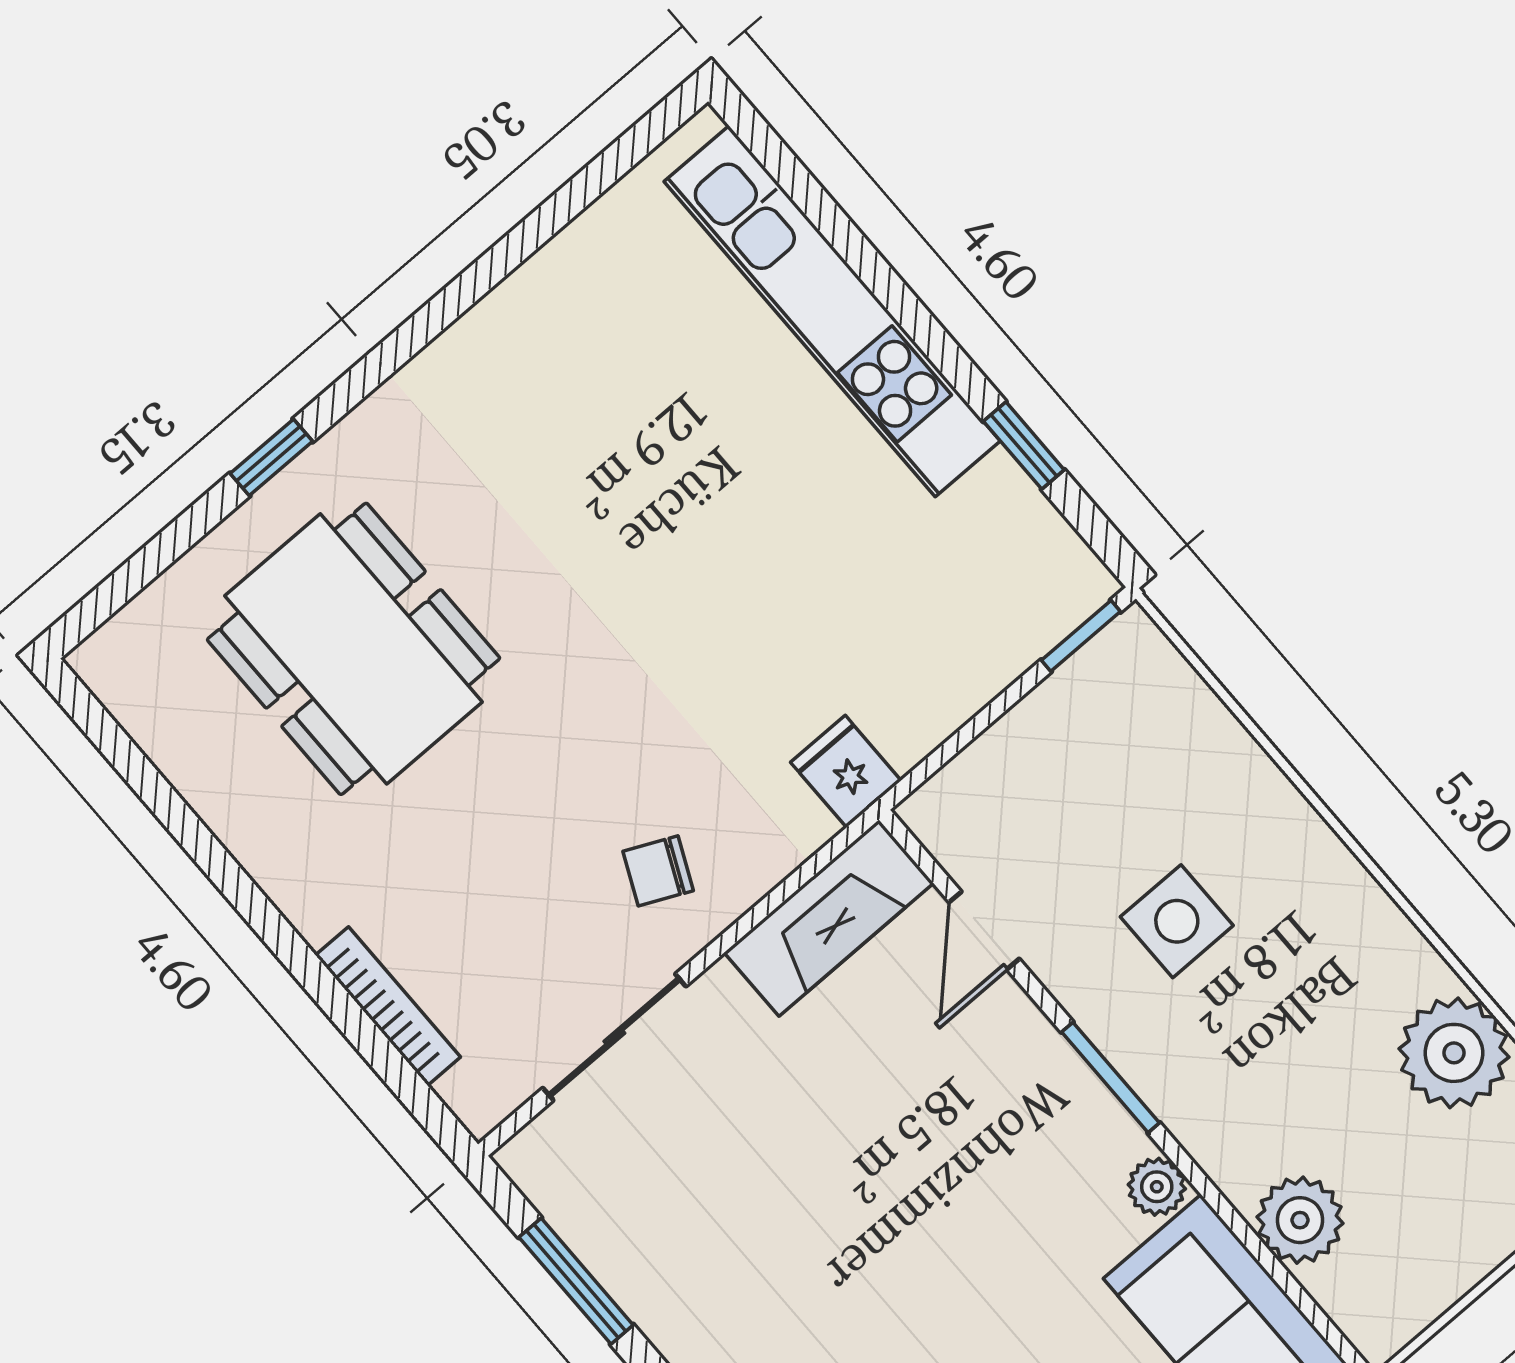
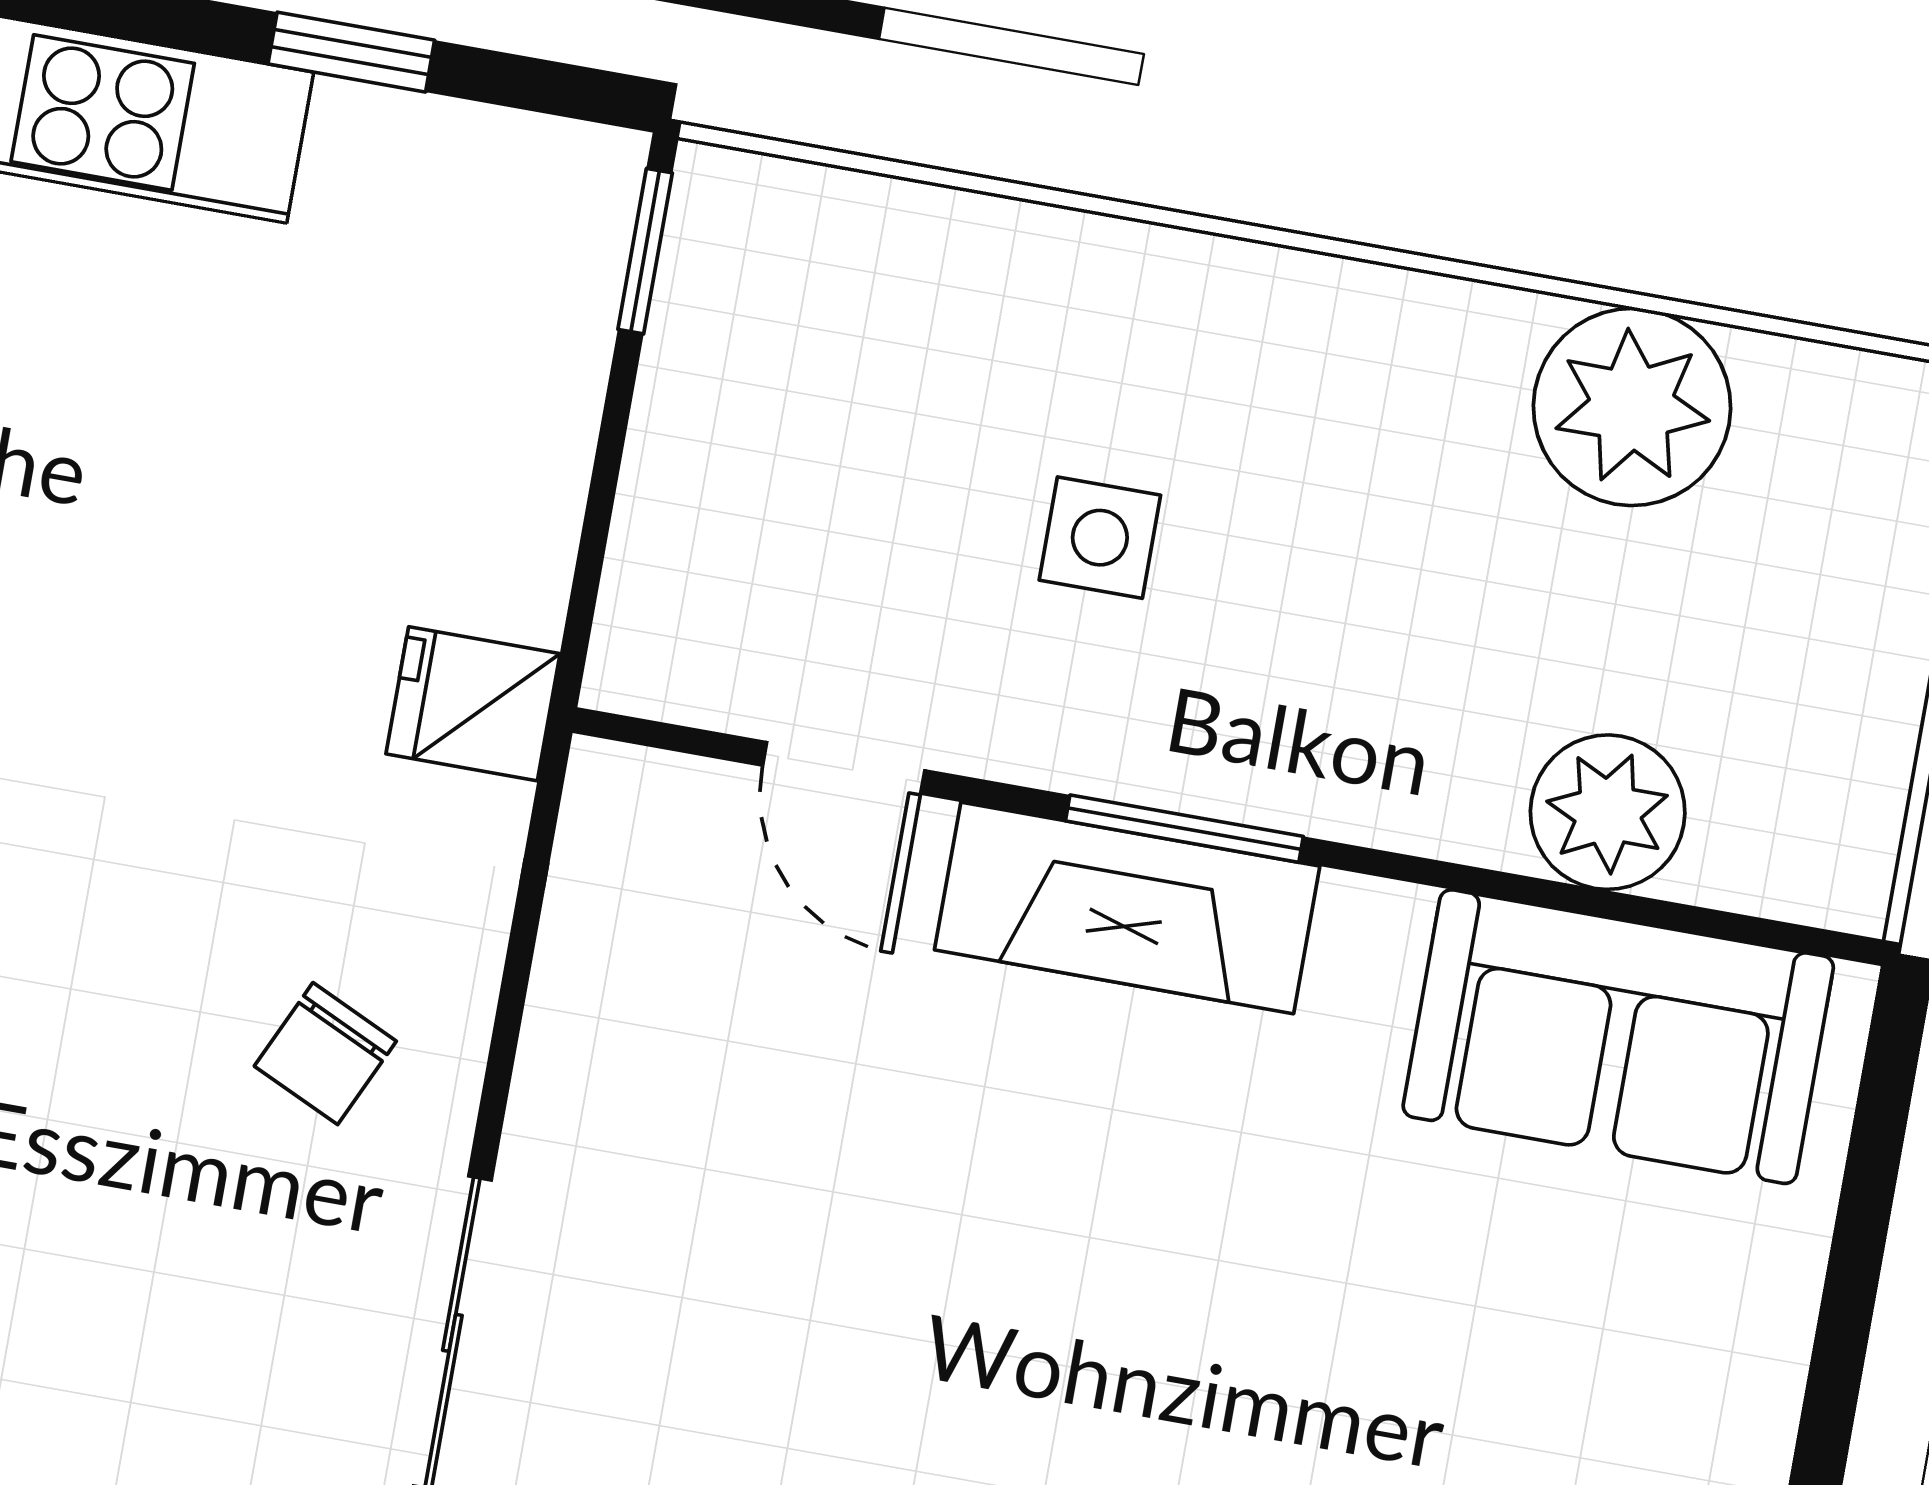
fireplace: (829, 918) -> (1127, 908), moved, turned 90
side table: (1177, 921) -> (1100, 538), width x0.73, depth x0.73
plant: (1157, 1187) -> (1372, 928), removed

